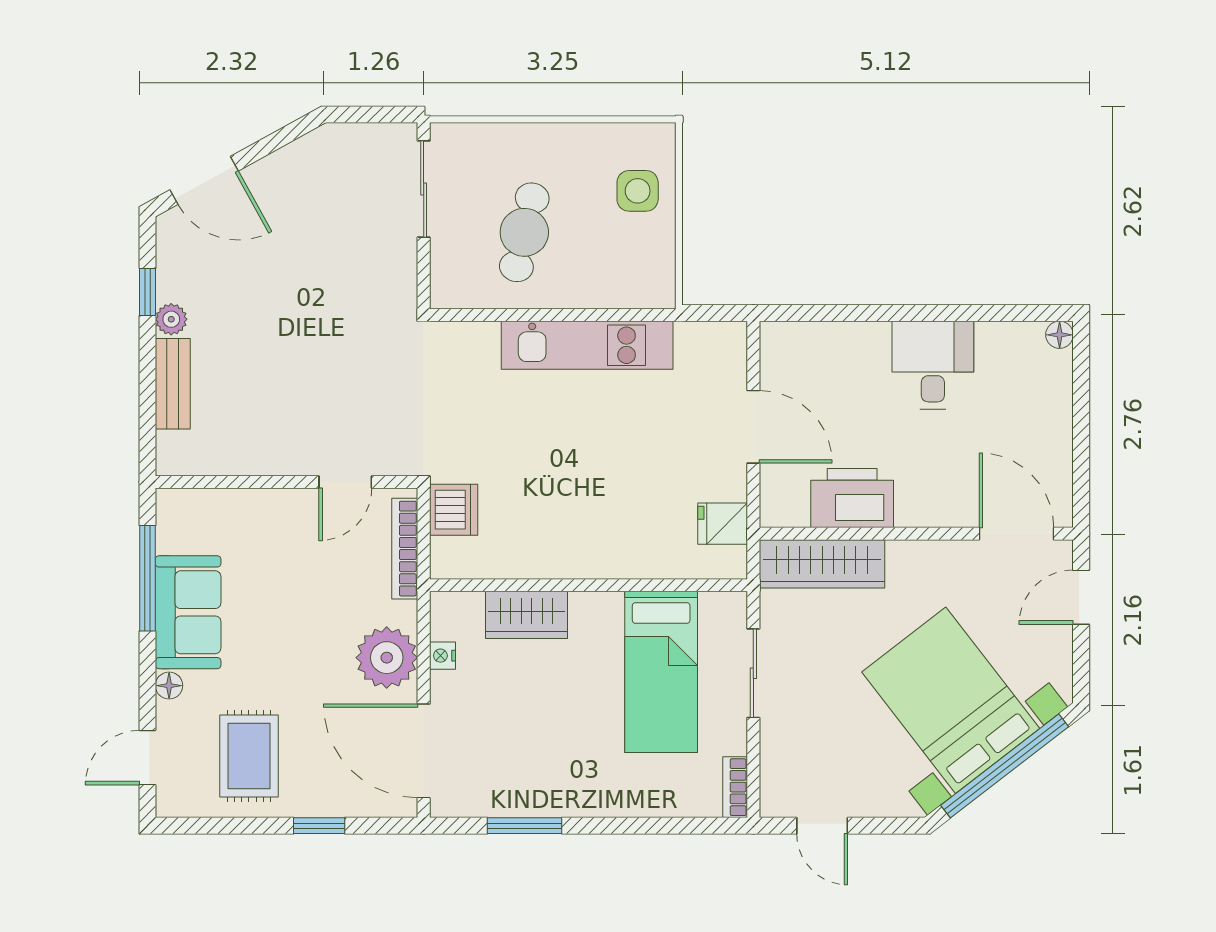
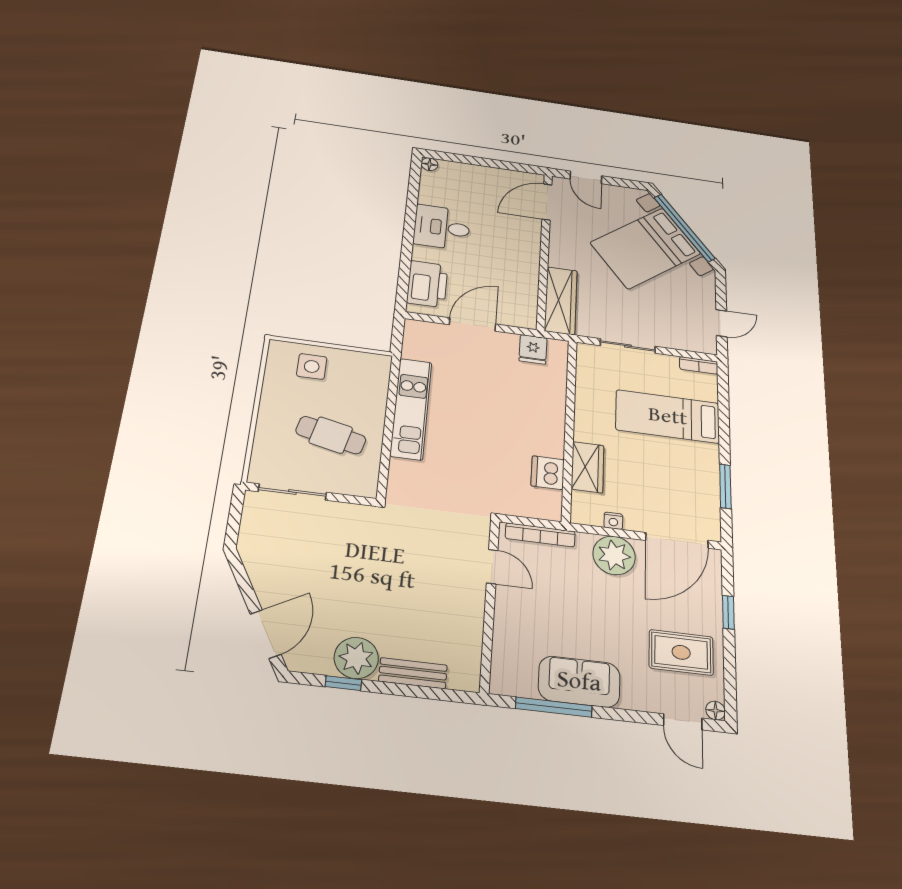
plant: (171, 319) -> (356, 658), width x1.88, depth x1.88
printer: (852, 498) -> (427, 284), moved, turned 180
dishwasher: (454, 510) -> (548, 473), moved, turned -90
bed: (661, 672) -> (668, 417), moved, turned 180
floor lamp: (169, 686) -> (715, 711), moved

